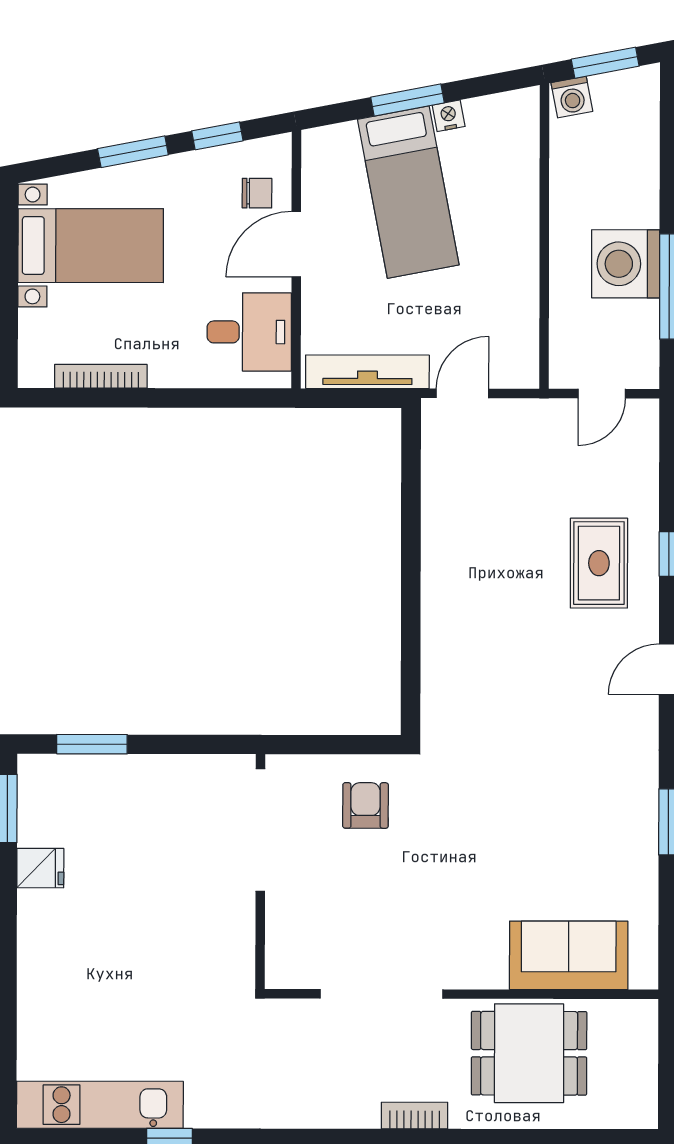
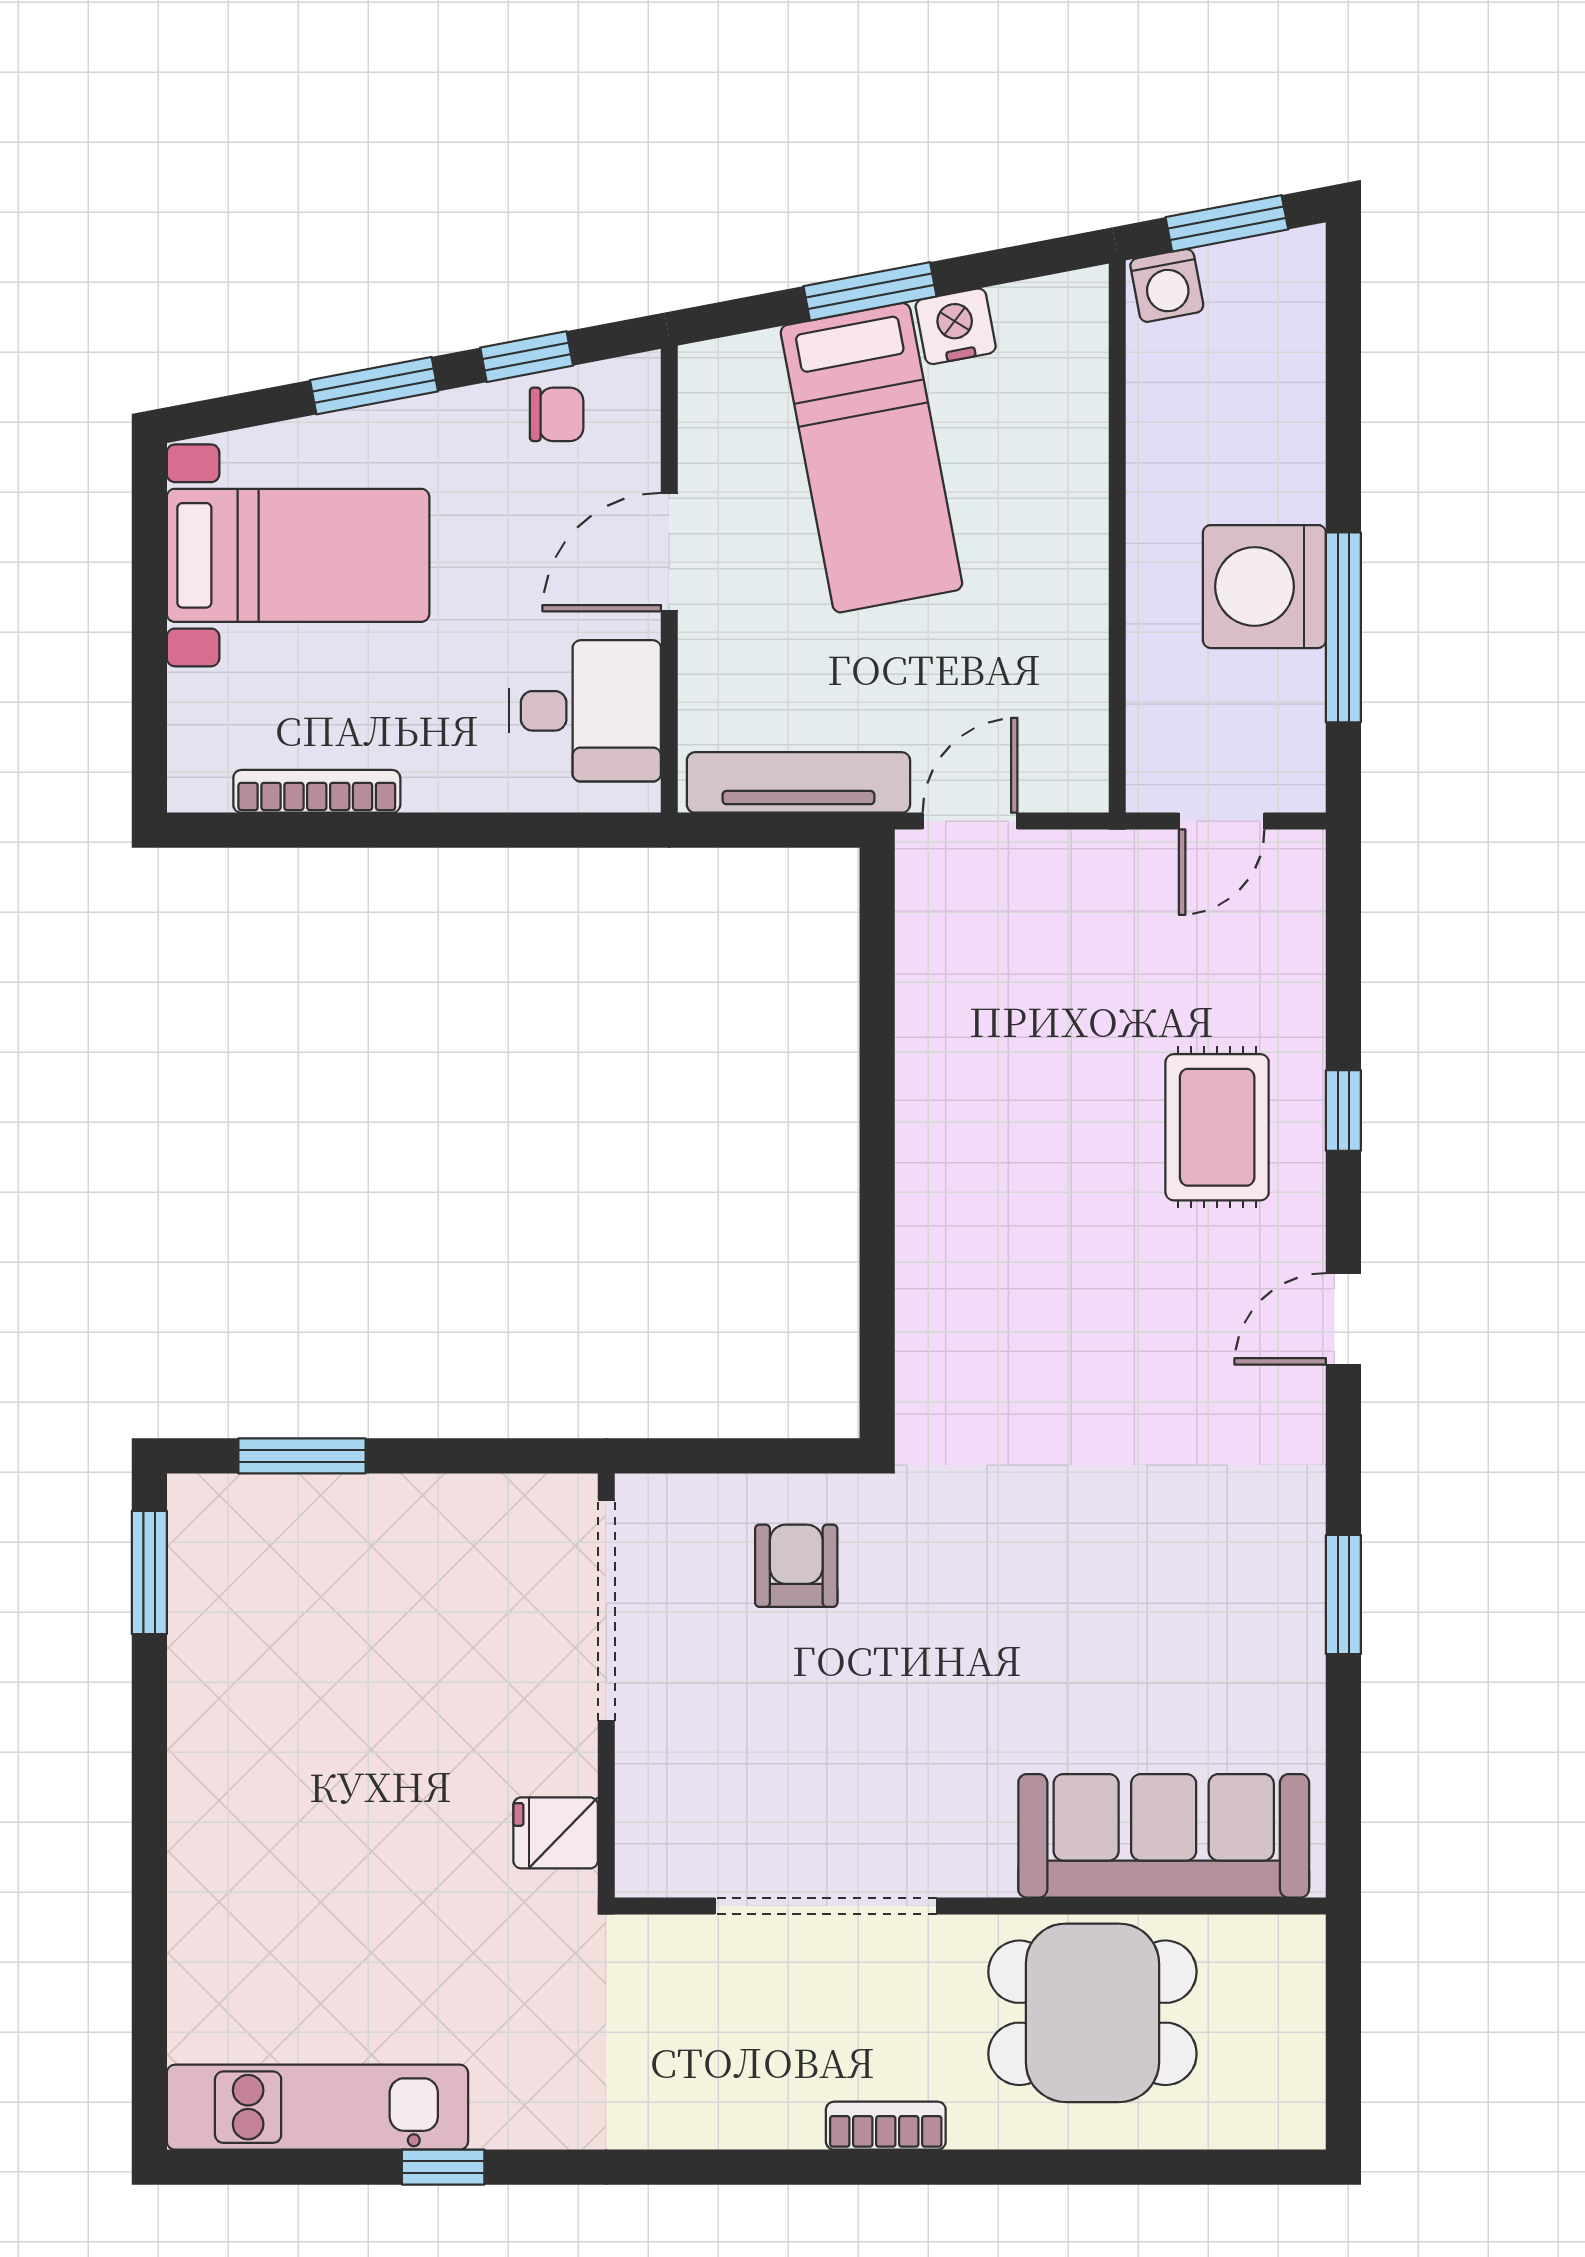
nightstand: (449, 116) -> (956, 326), width x1.39, depth x1.35
chair: (257, 193) -> (557, 414), moved
fridge: (40, 868) -> (556, 1833), moved, turned 180
sofa: (569, 955) -> (1164, 1836), width x1.36

